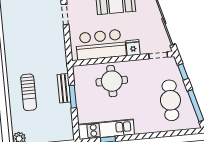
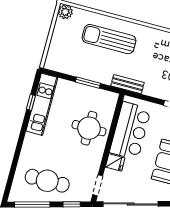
bench: (64, 88) -> (127, 84), moved
sun lounger: (29, 92) -> (109, 39), width x1.36, depth x1.34

